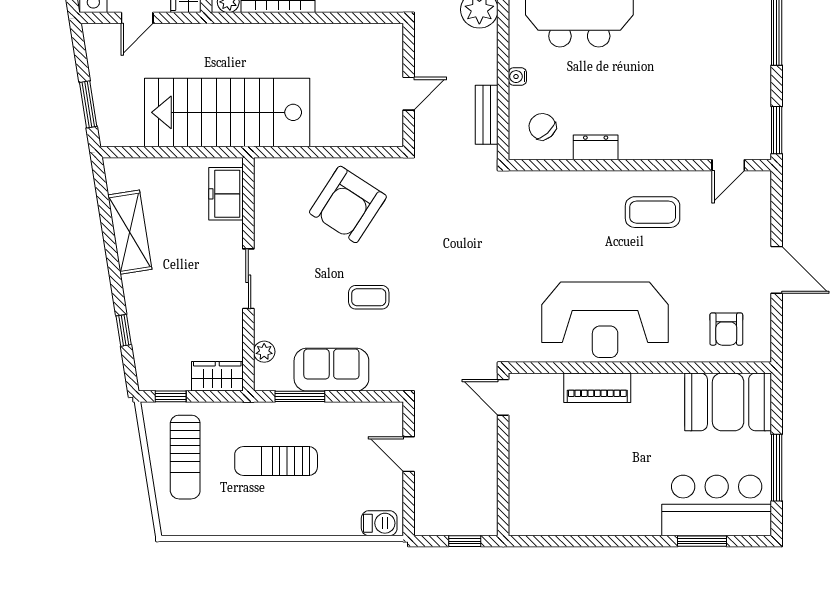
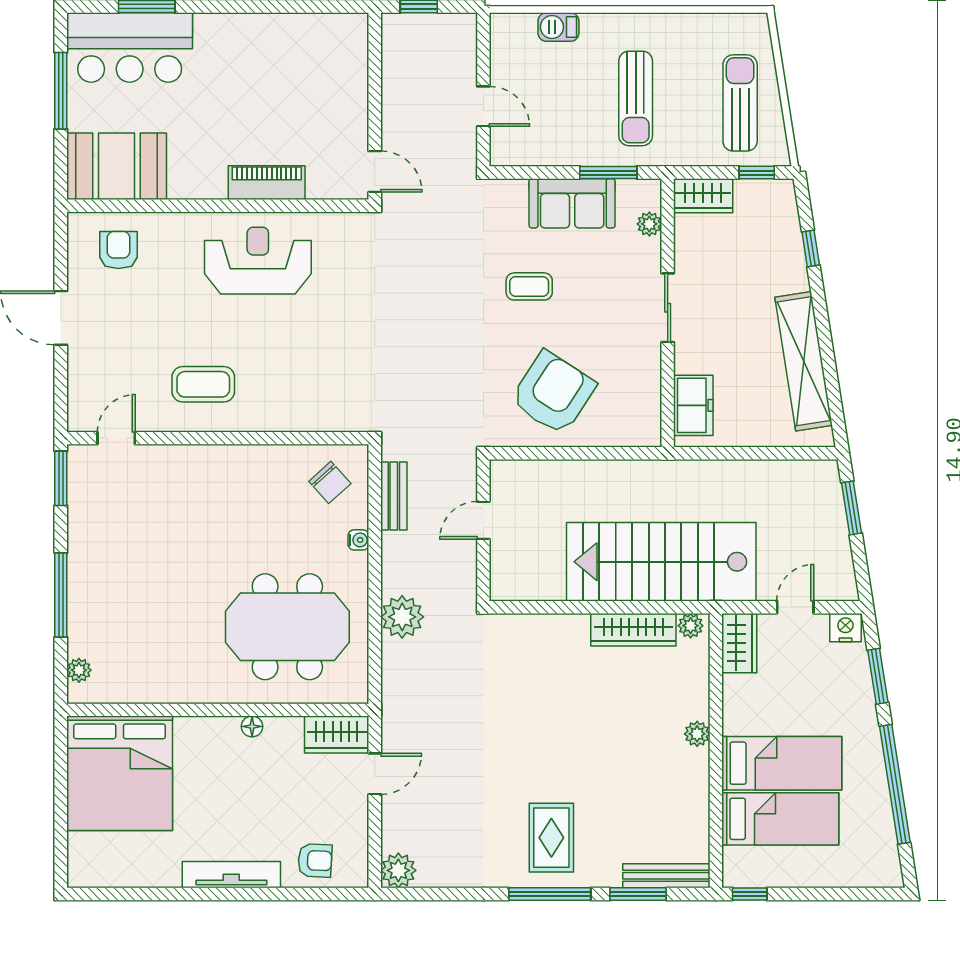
stairs: (227, 112) -> (661, 562), moved, turned 180
dresser: (596, 147) -> (269, 459), removed
shelving: (130, 232) -> (804, 361), width x1.47
reception desk: (605, 320) -> (258, 261), width x0.74, depth x0.77
sun lounger: (276, 461) -> (636, 98), turned 90
barbecue: (379, 523) -> (558, 27), moved

